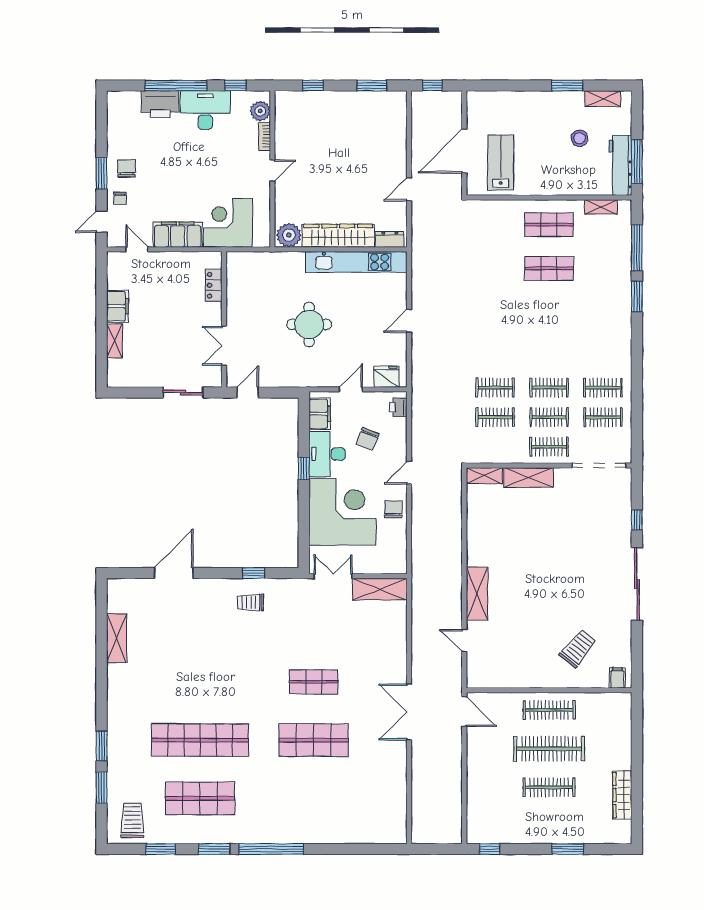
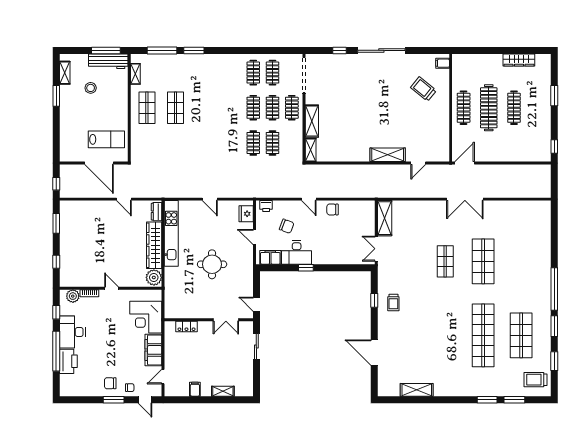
lab bench: (501, 163) -> (106, 139), turned 180
filing cabinet: (118, 306) -> (195, 389), width x0.50
corner desk: (342, 512) -> (334, 243), removed

